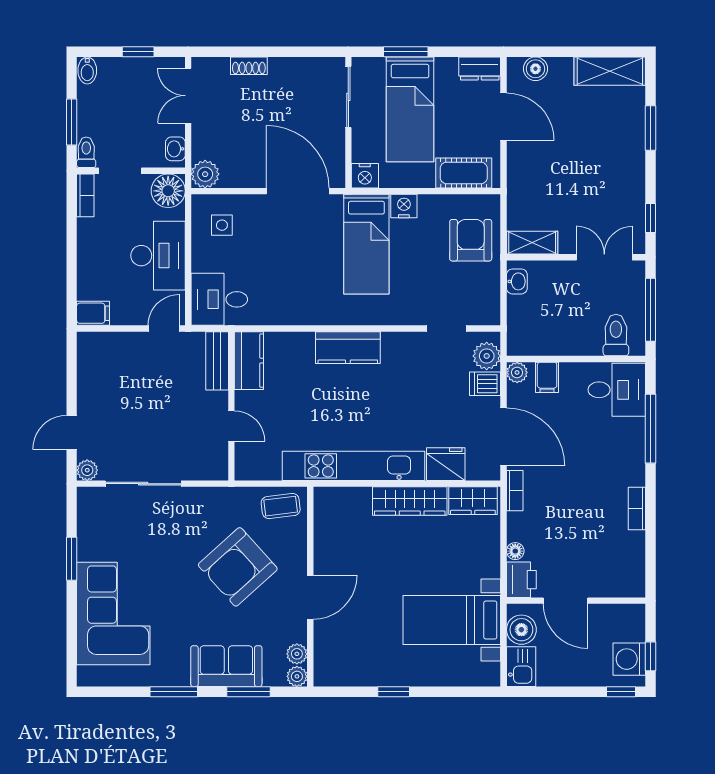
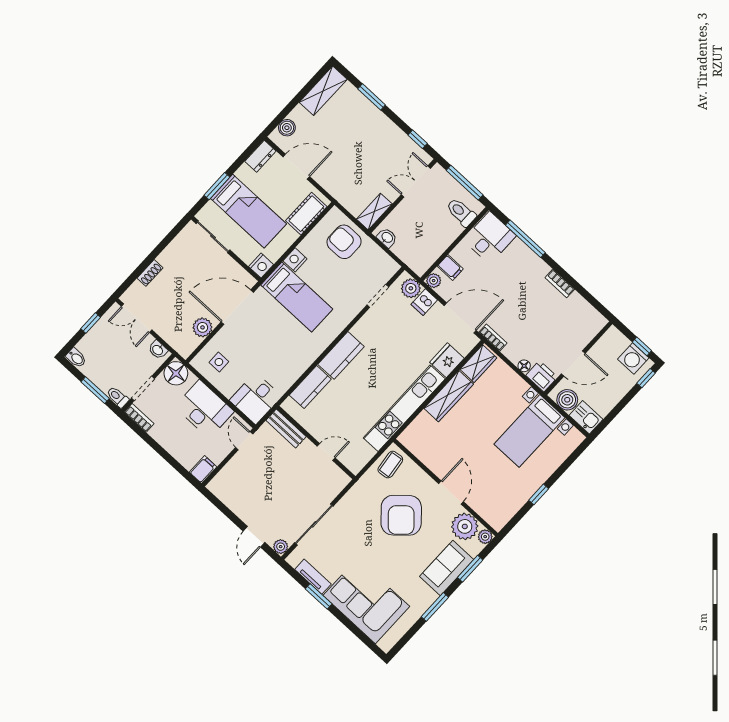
plant: (205, 174) -> (202, 327), moved
kitchen counter: (249, 361) -> (310, 387), moved, turned 90
tv unit: (87, 534) -> (313, 577), added
plant: (297, 654) -> (465, 526), width x1.87, depth x1.87

